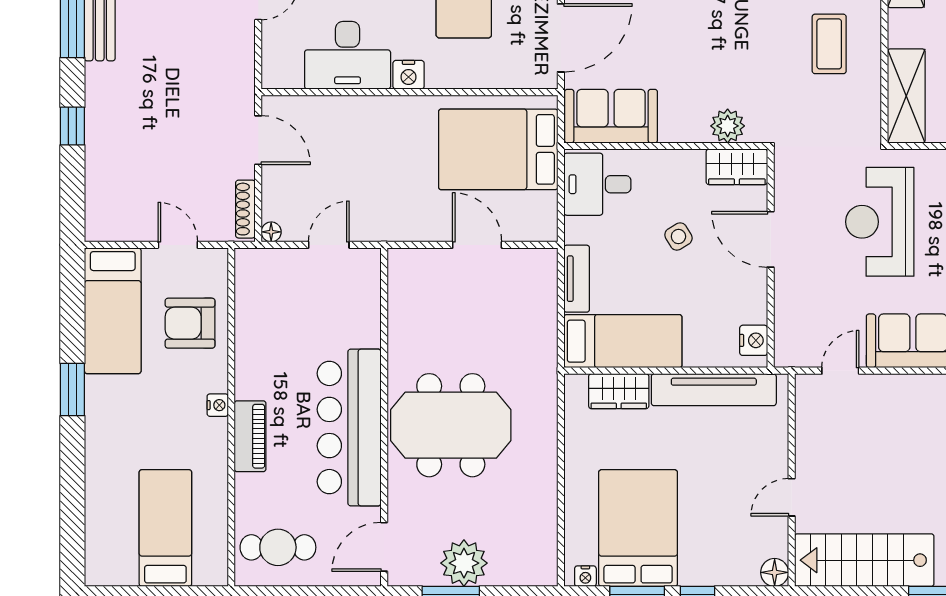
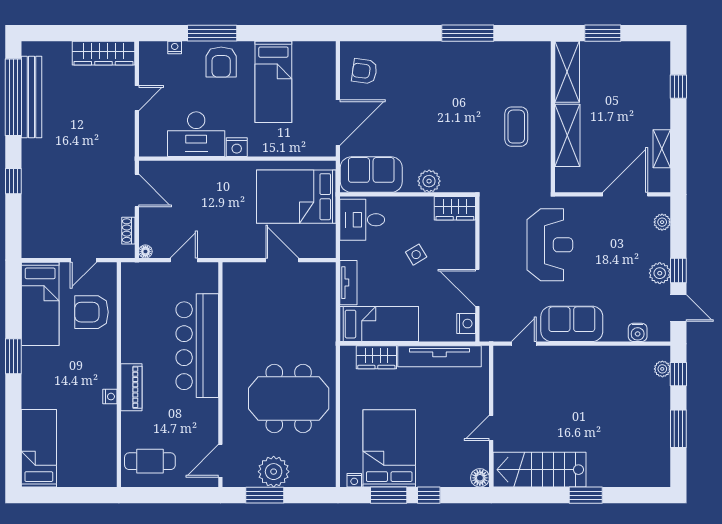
shelving: (906, 96) -> (567, 135), moved
plant: (728, 126) -> (429, 181), moved
shoe rack: (245, 209) -> (128, 231), width x0.70
reception desk: (880, 222) -> (550, 245), turned 180
door: (771, 239) -> (477, 288), moved
door: (178, 245) -> (83, 260), swing flipped
nightstand: (218, 405) -> (110, 397), moved
meeting table: (451, 425) -> (289, 399), moved
bar counter: (349, 427) -> (197, 346), moved
bed: (165, 528) -> (39, 448), moved

